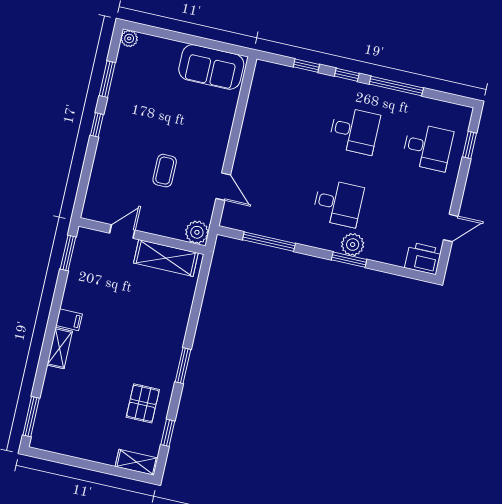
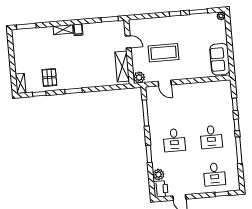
coffee table: (165, 171) -> (164, 53), width x1.86, depth x1.72
door: (223, 187) -> (165, 83), hinge flipped
plant: (353, 245) -> (159, 175), moved
pallet: (143, 403) -> (49, 77), turned 90

